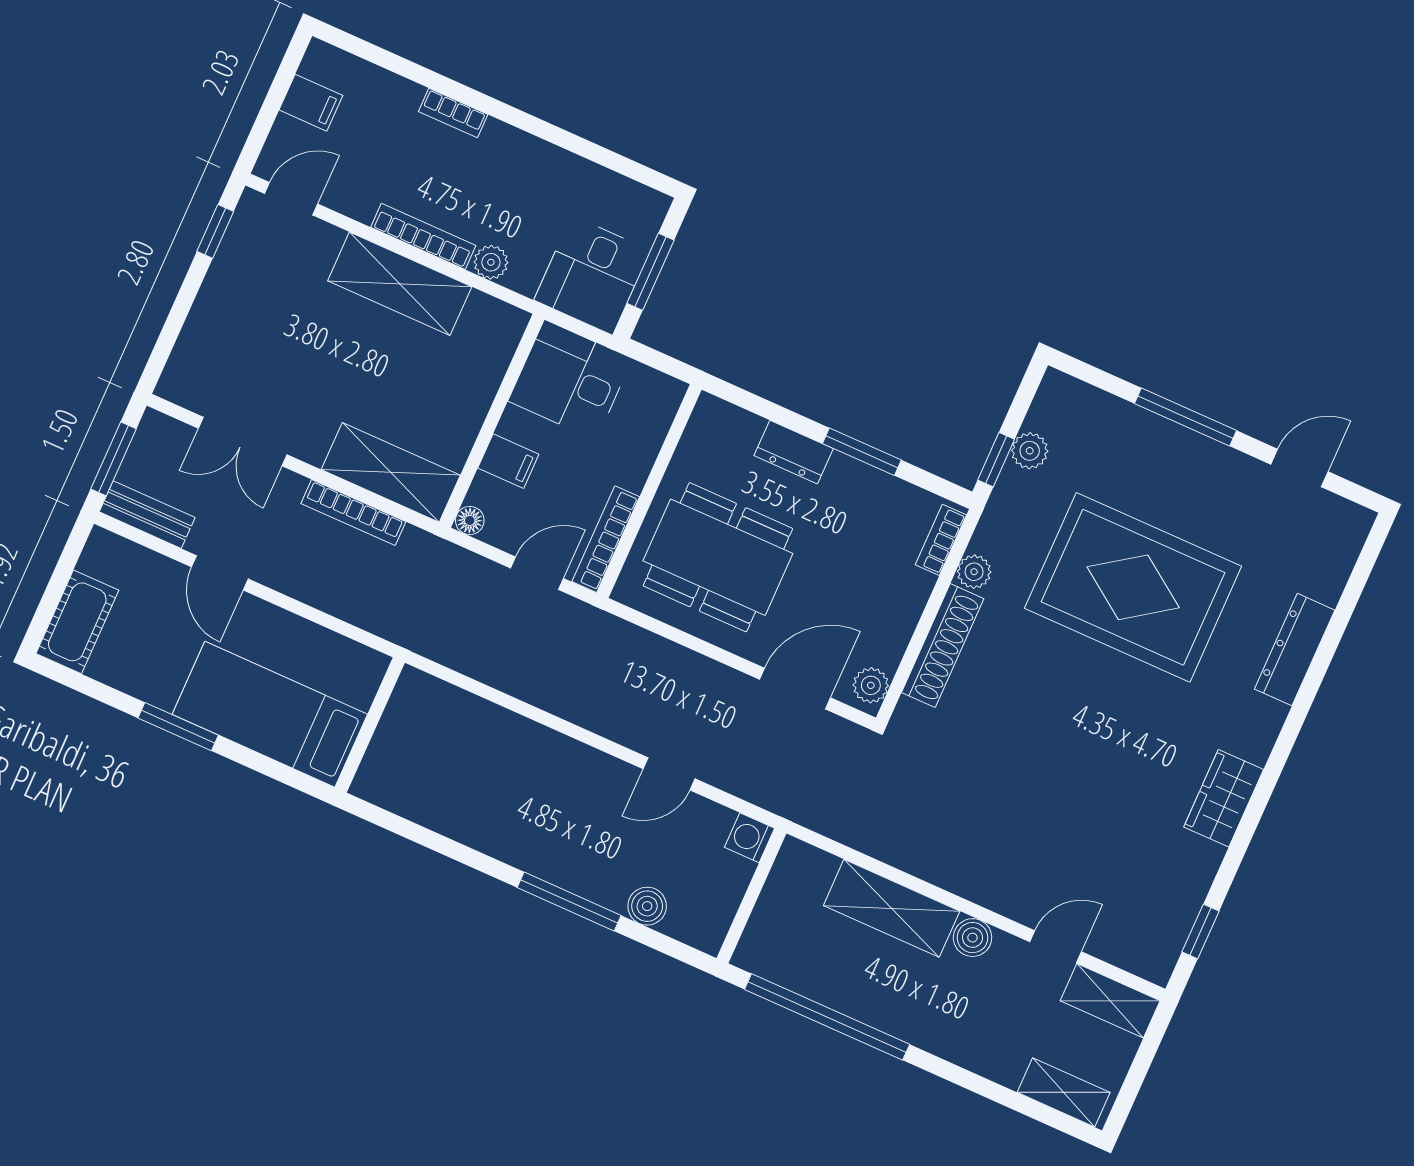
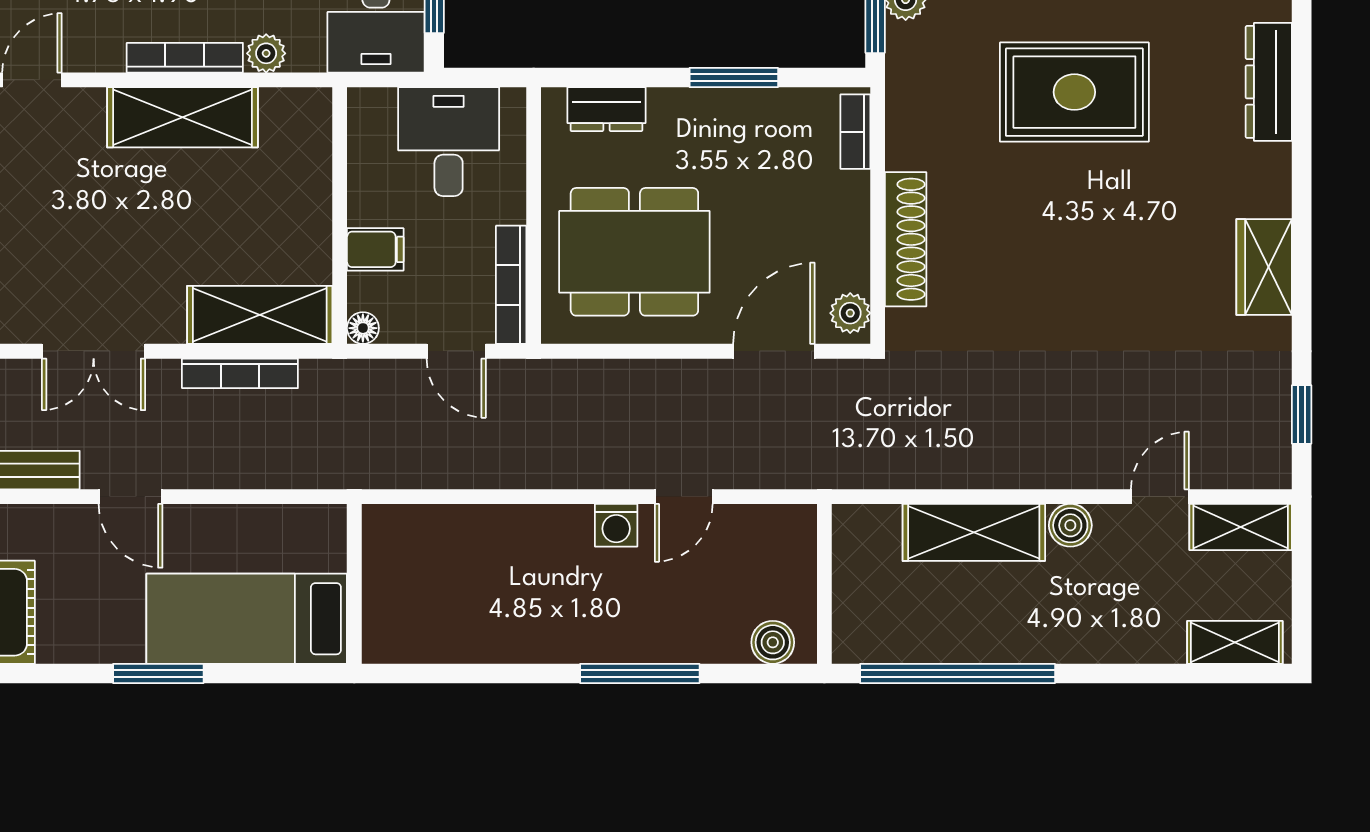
desk: (570, 380) -> (449, 142), moved, turned 90
dresser: (794, 452) -> (606, 109), moved
plant: (974, 572) -> (904, 149), removed
door: (537, 573) -> (456, 351), swing flipped
rug: (1133, 587) -> (1074, 92), width x0.73, depth x0.69
washing machine: (750, 838) -> (616, 525), moved, turned -90
boiler: (647, 906) -> (773, 642), moved

